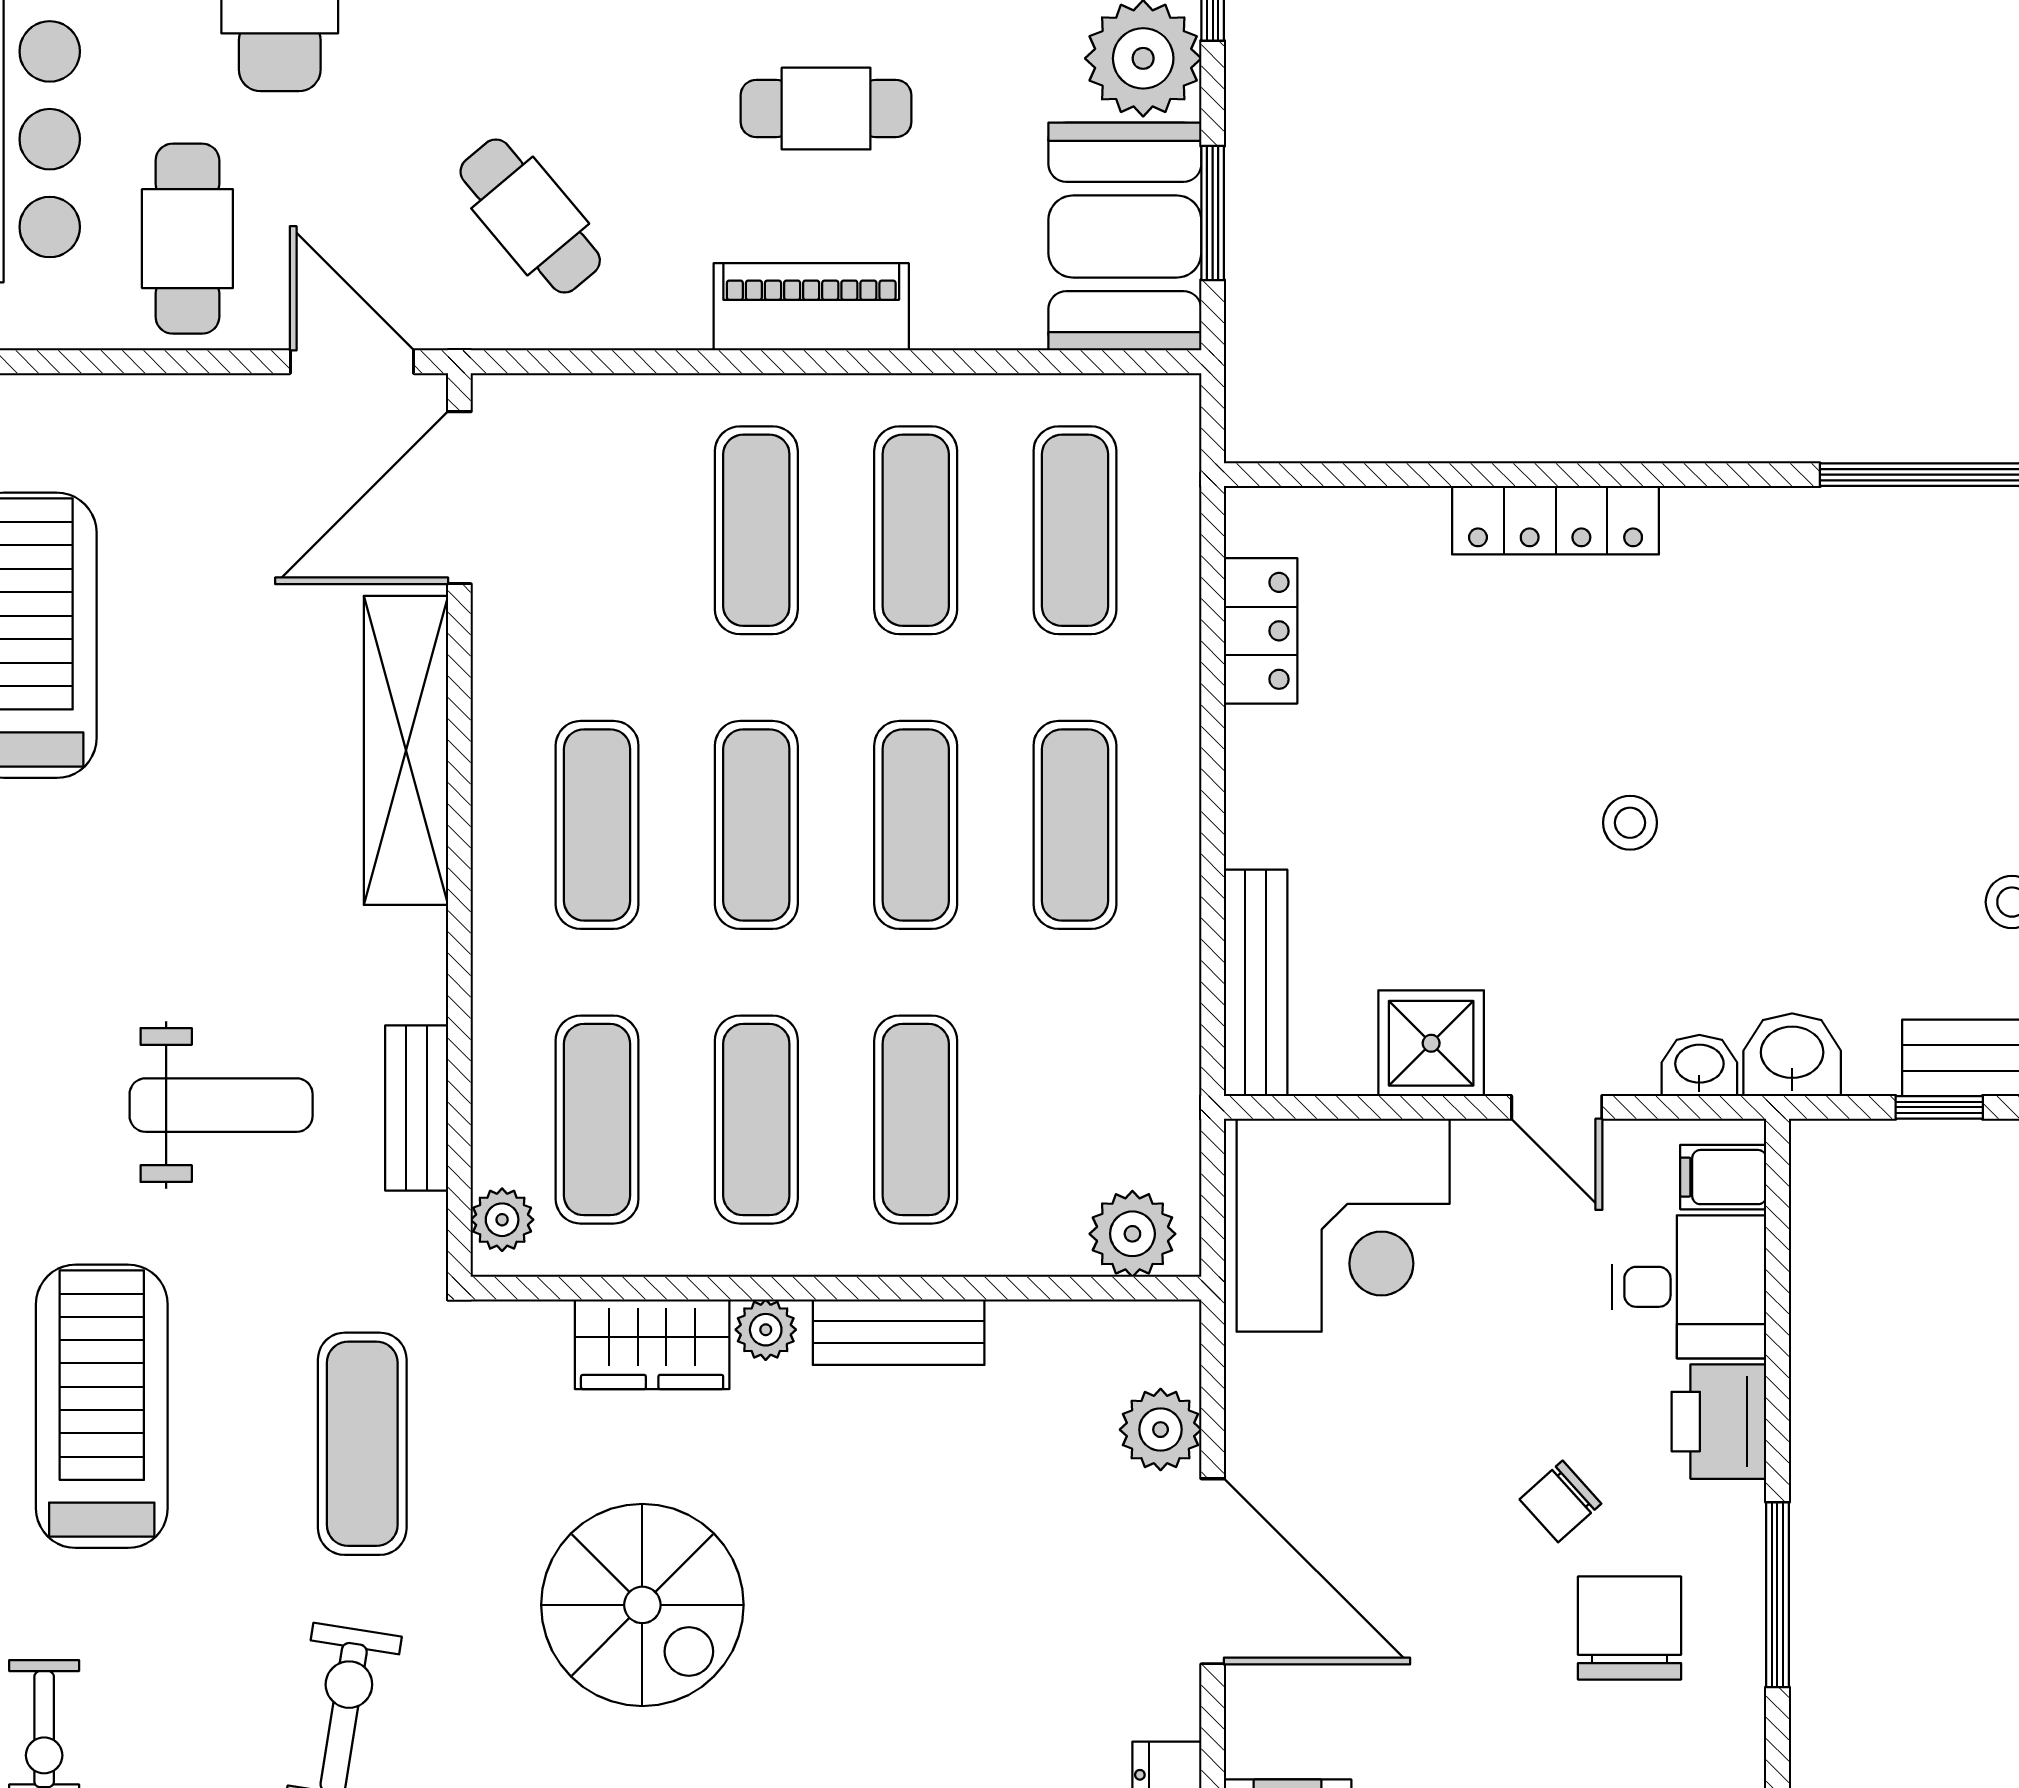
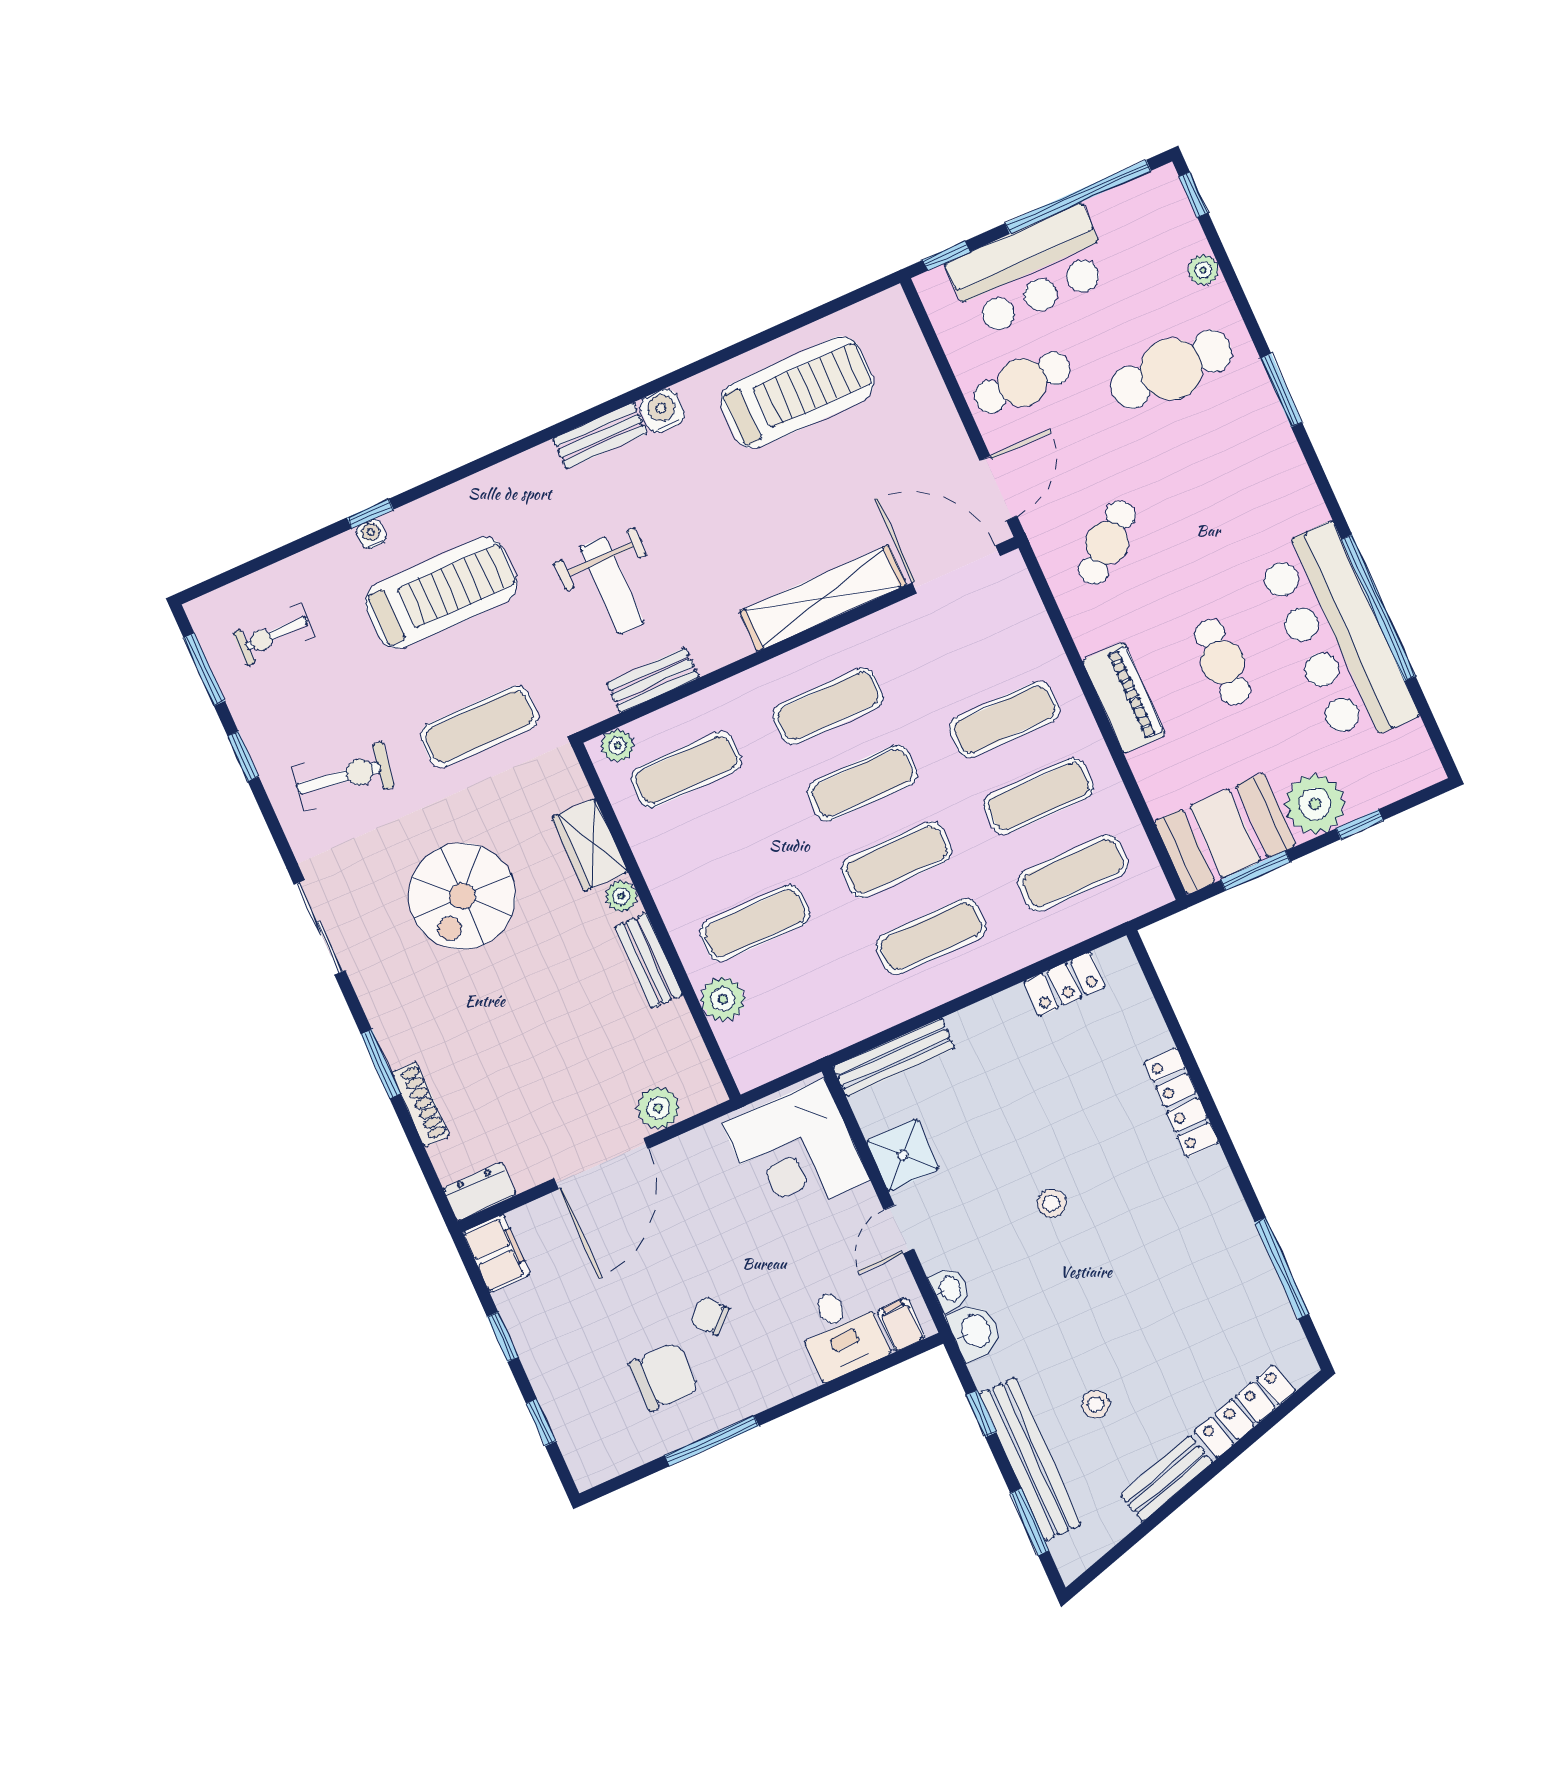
exercise mat: (756, 1120) -> (720, 846), removed
plant: (1132, 1234) -> (723, 999), moved
printer: (1719, 1422) -> (782, 1375), removed

